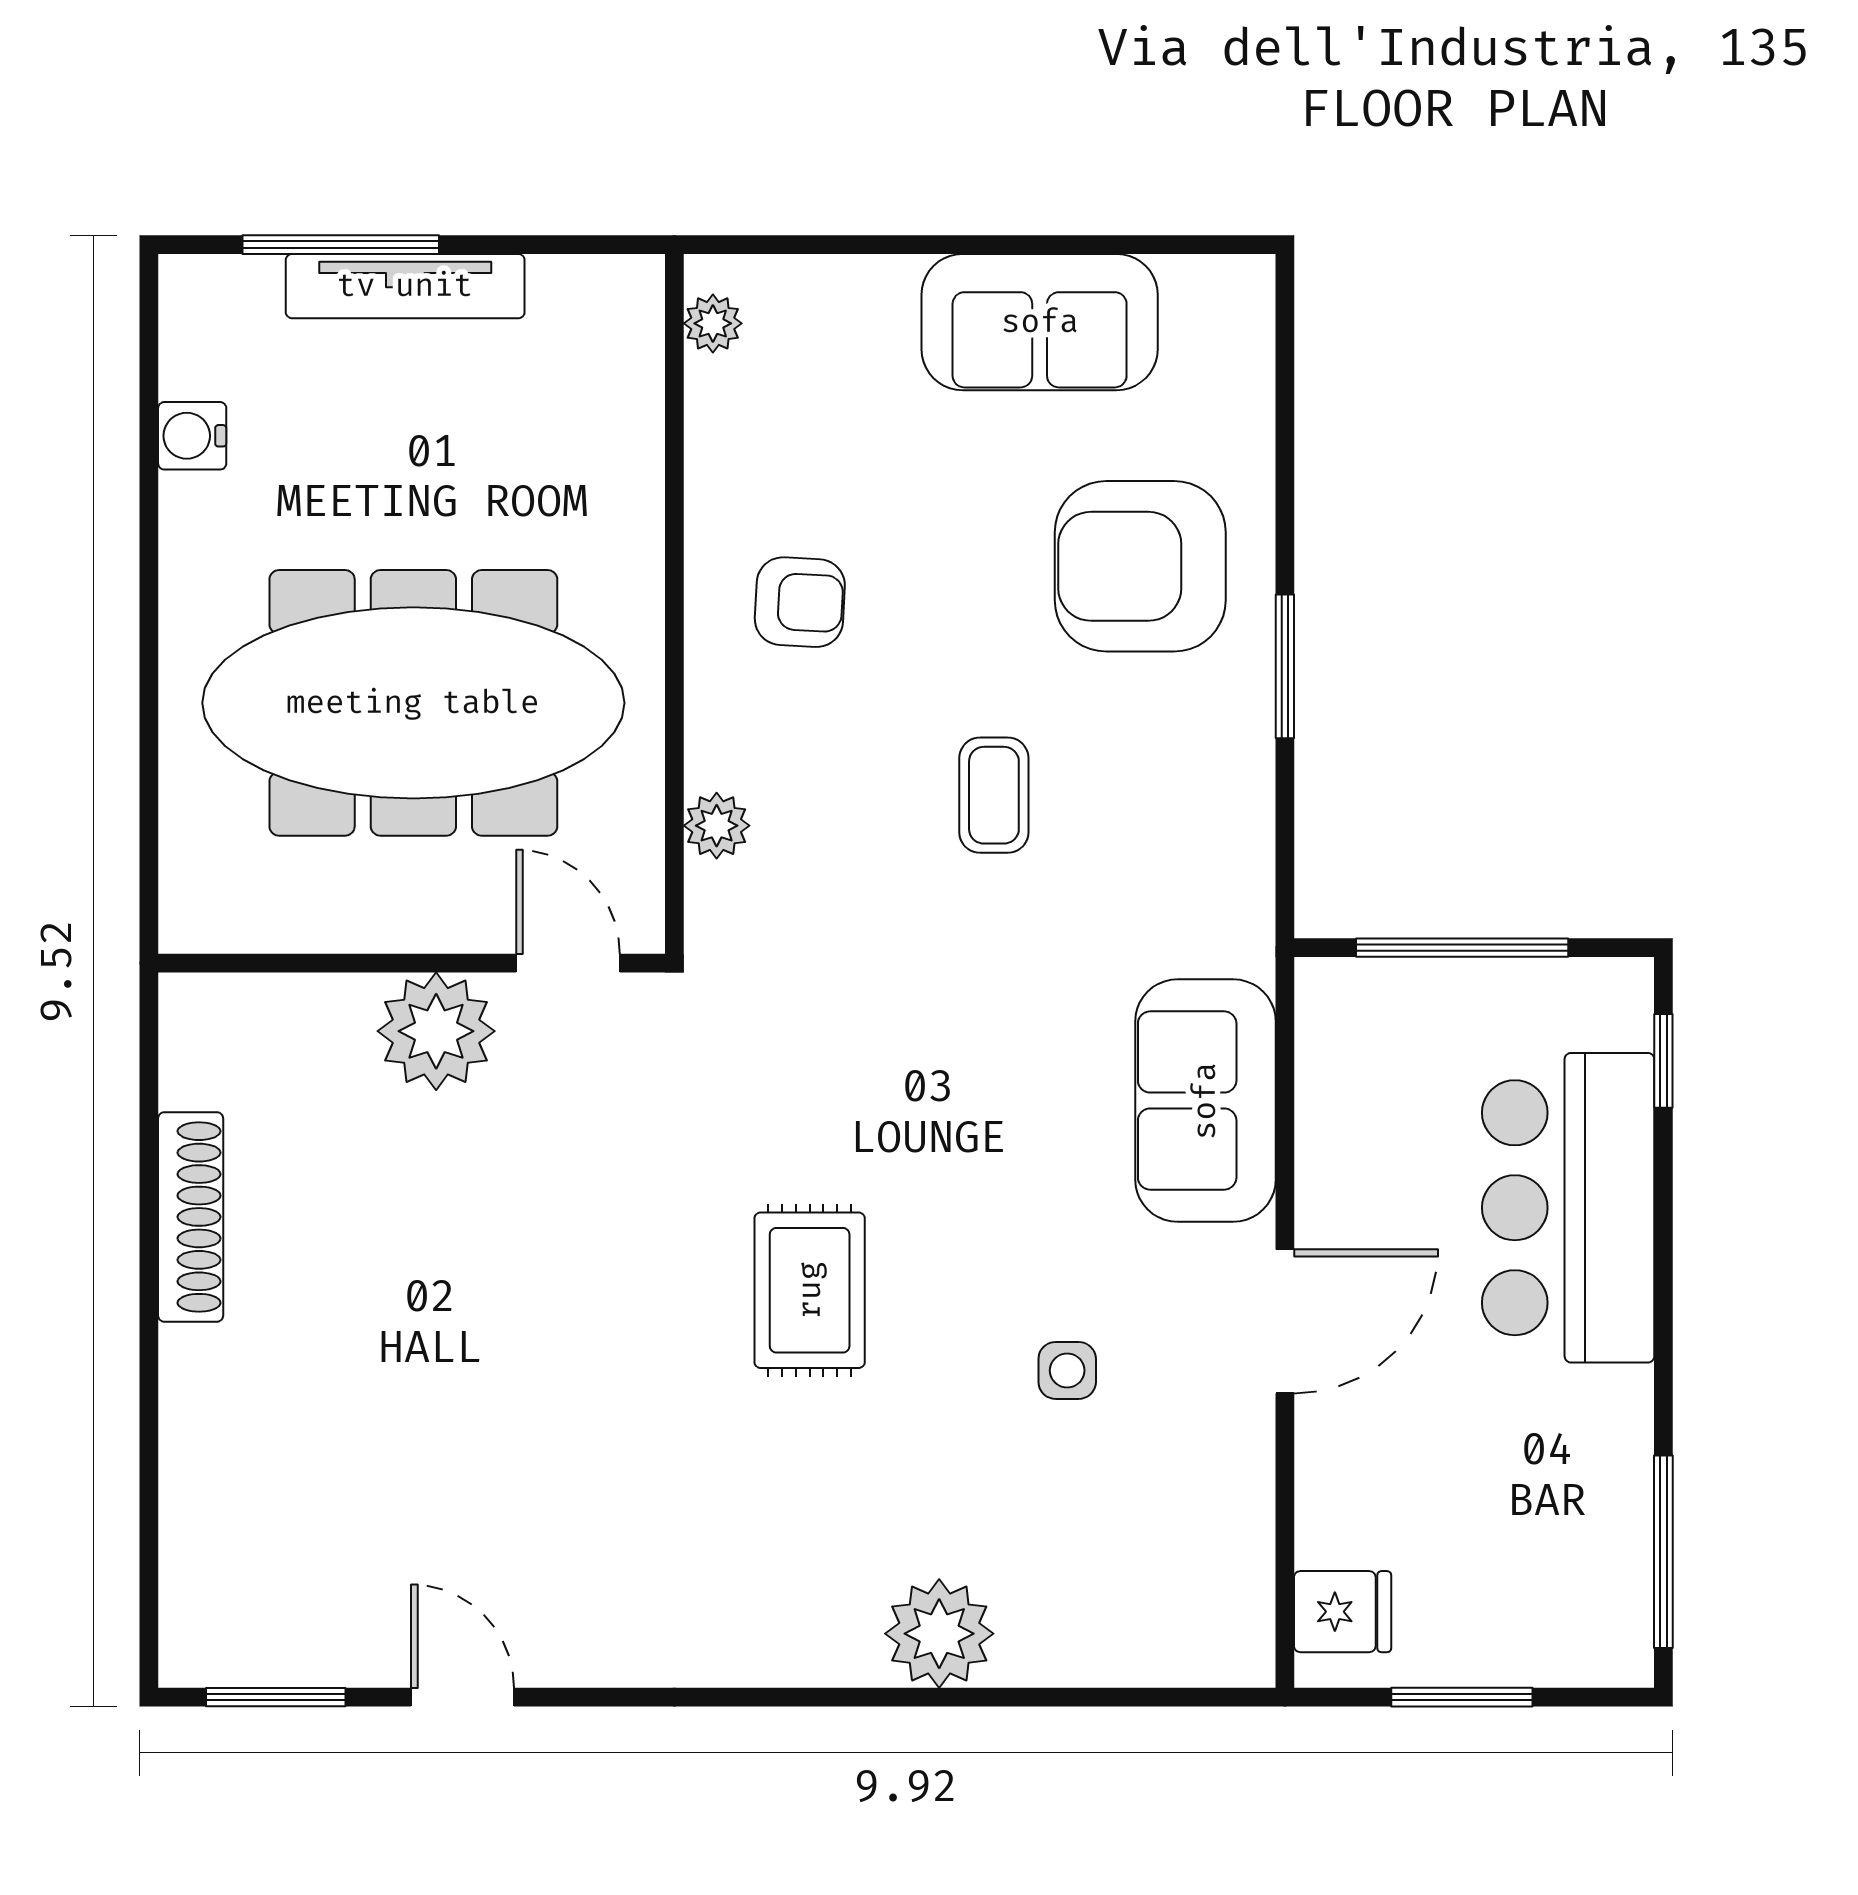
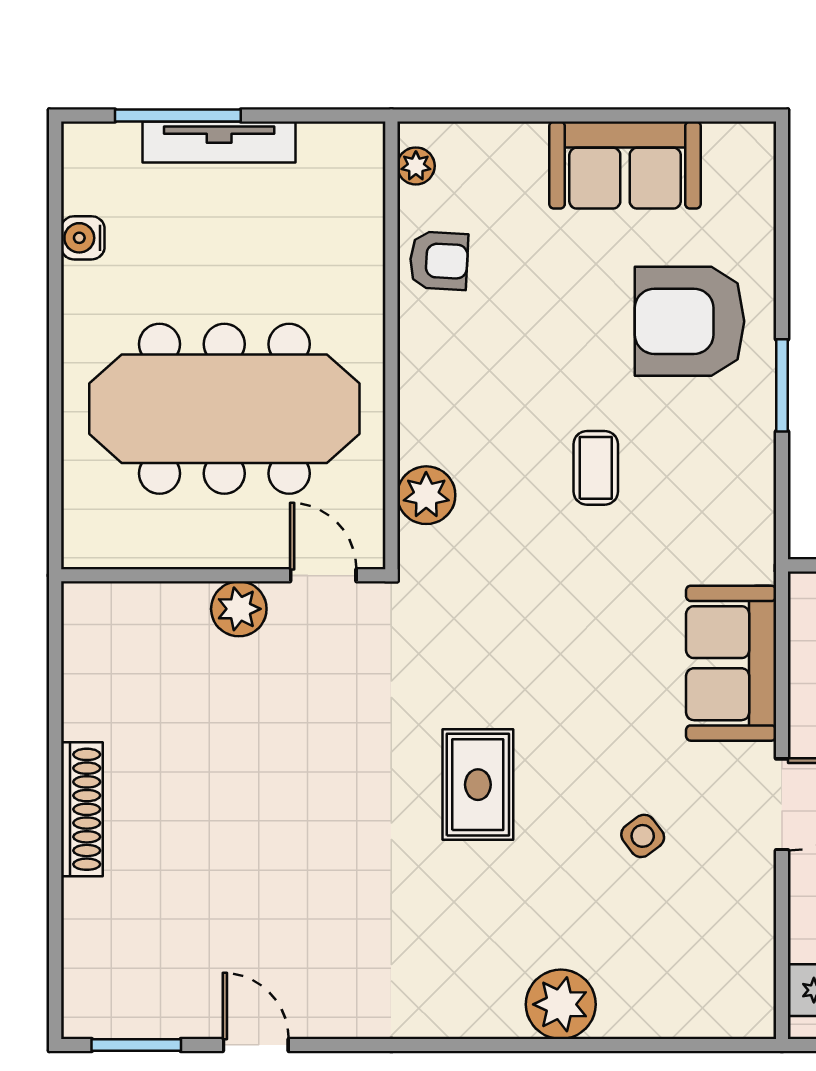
armchair: (800, 602) -> (439, 261), moved
plant: (717, 826) -> (426, 495), width x1.38, depth x1.38
plant: (436, 1031) -> (239, 609), width x0.73, depth x0.73
shoe rack: (191, 1217) -> (82, 809), moved
side table: (1067, 1370) -> (643, 836), turned -37

